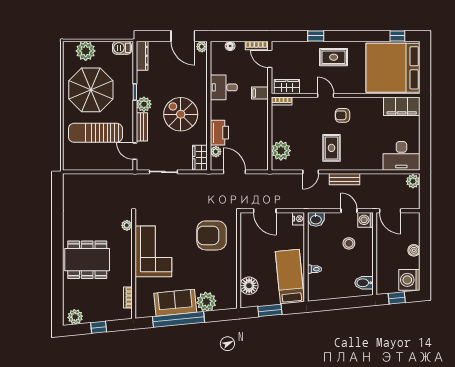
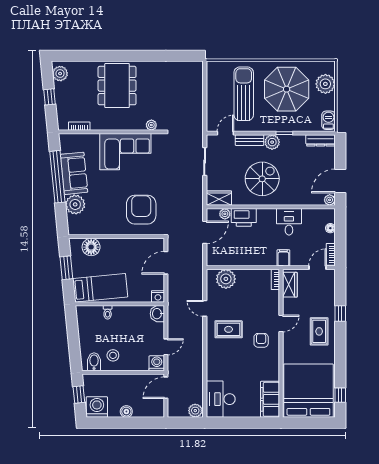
bench: (345, 179) -> (197, 342), removed
stool: (349, 243) -> (113, 355), moved

